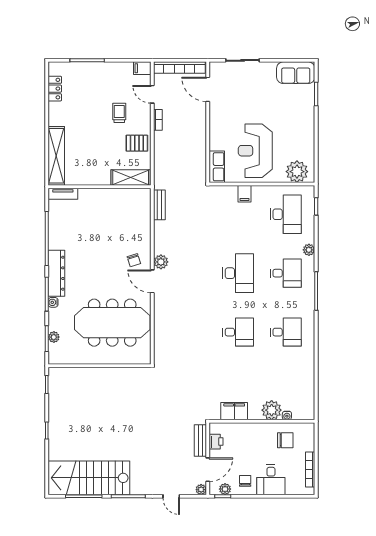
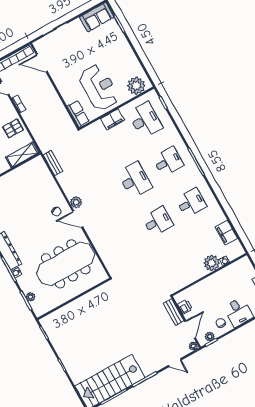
reception desk: (255, 151) -> (99, 87), turned 180
filing cabinet: (245, 194) -> (113, 119), width x2.00
plant: (309, 250) -> (175, 136), removed
filing cabinet: (234, 411) -> (226, 233), moved, turned -90
chair: (285, 440) -> (233, 279), removed

